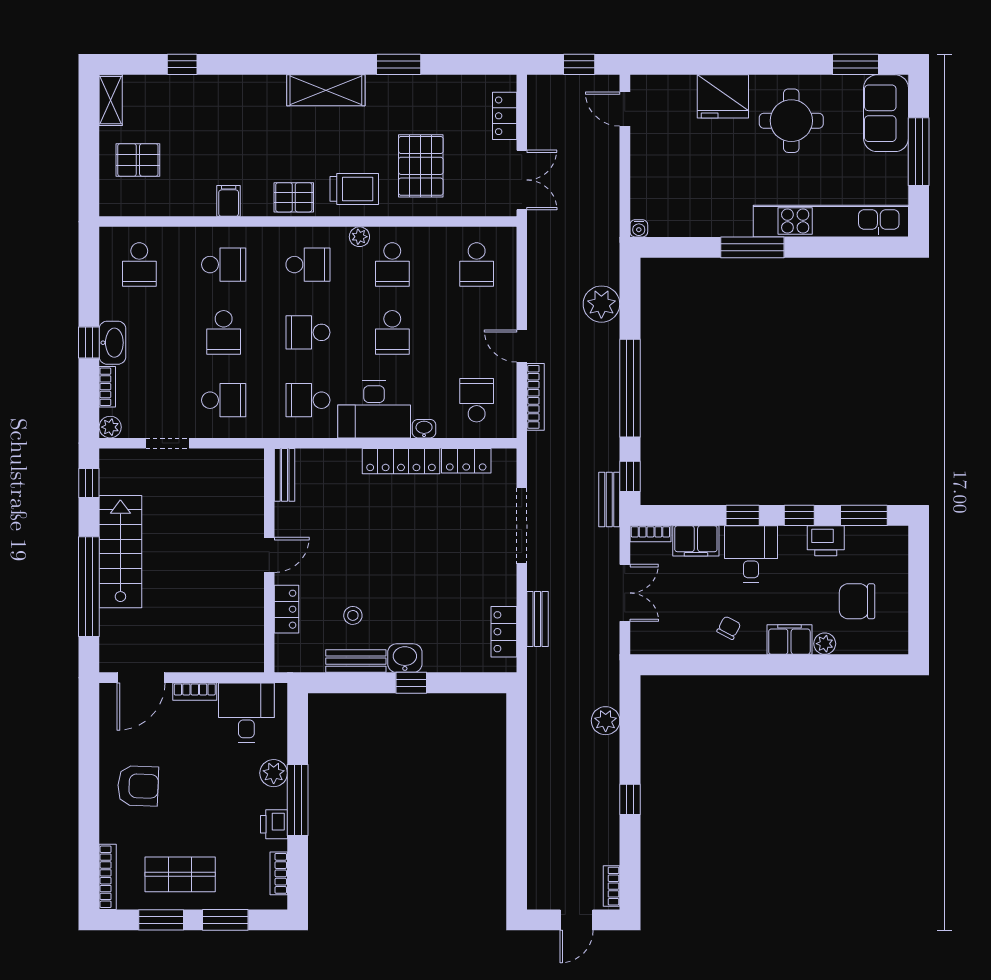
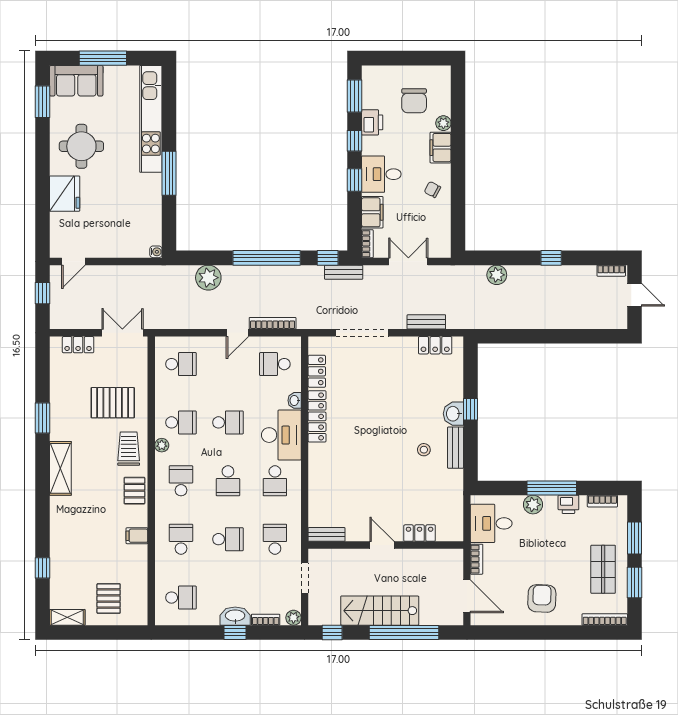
bench: (285, 475) -> (327, 534), moved
door: (269, 555) -> (382, 545), moved
wall: (269, 560) -> (386, 545), moved
locker: (287, 609) -> (420, 533), moved

